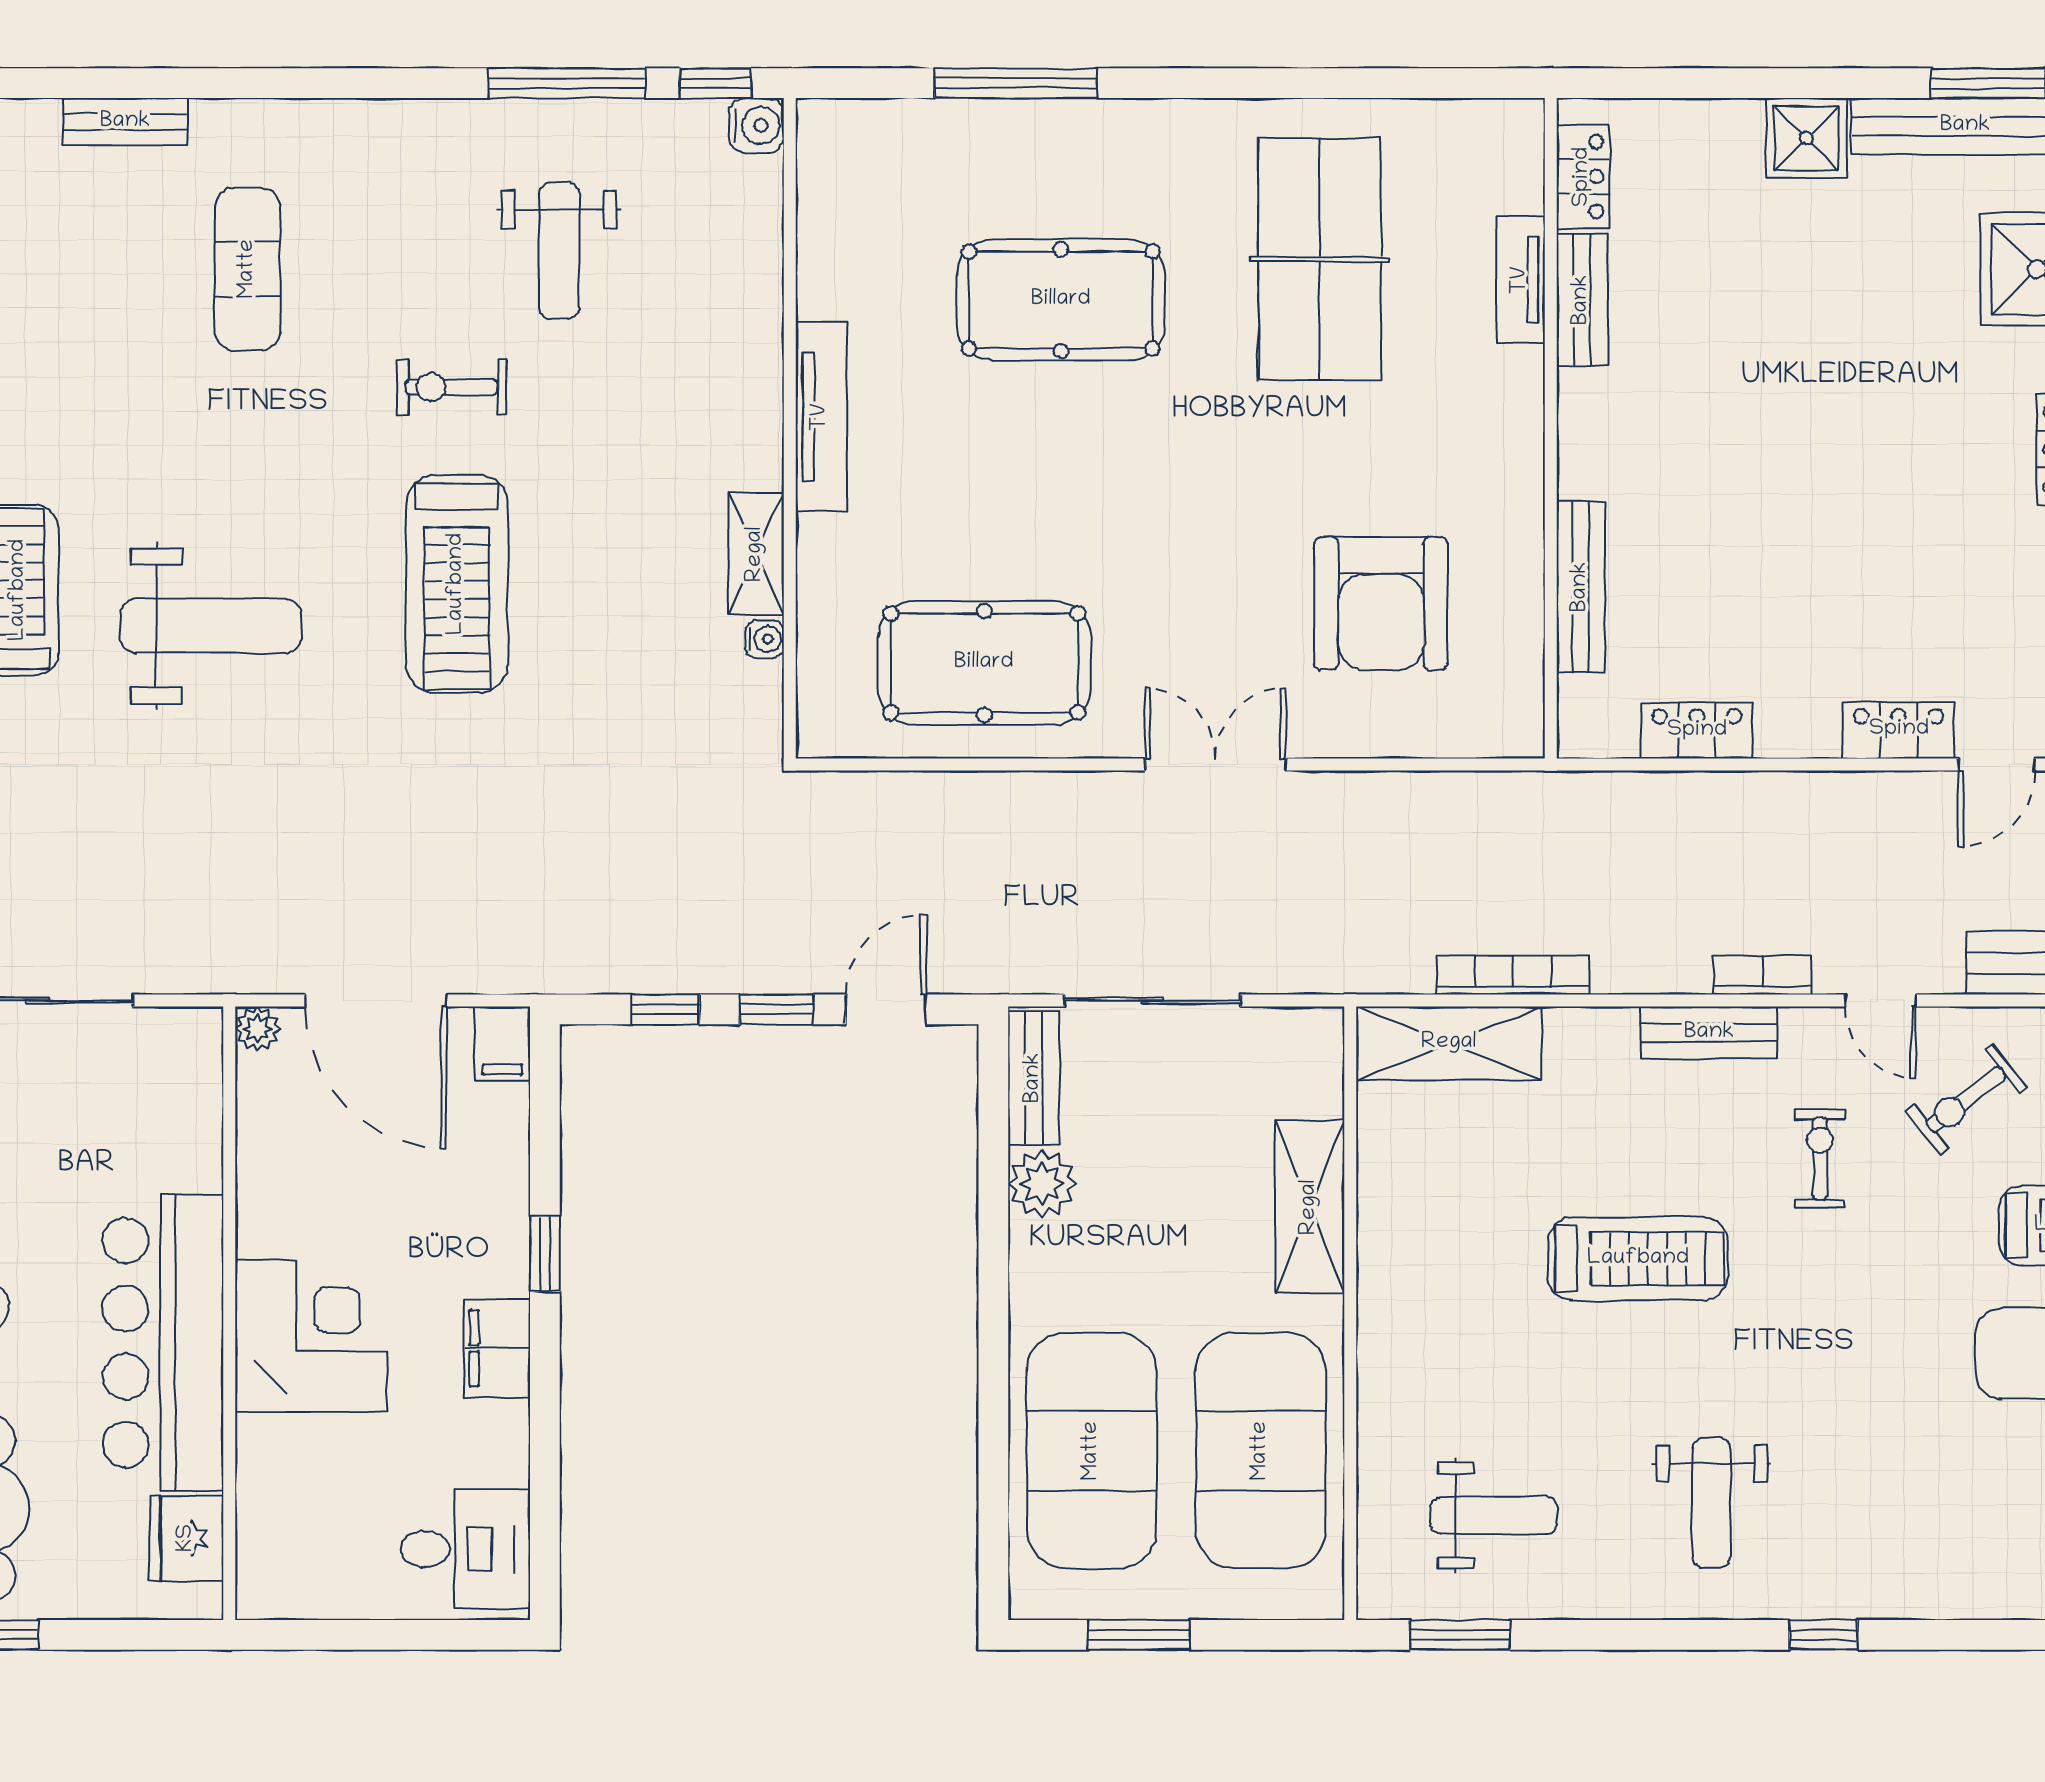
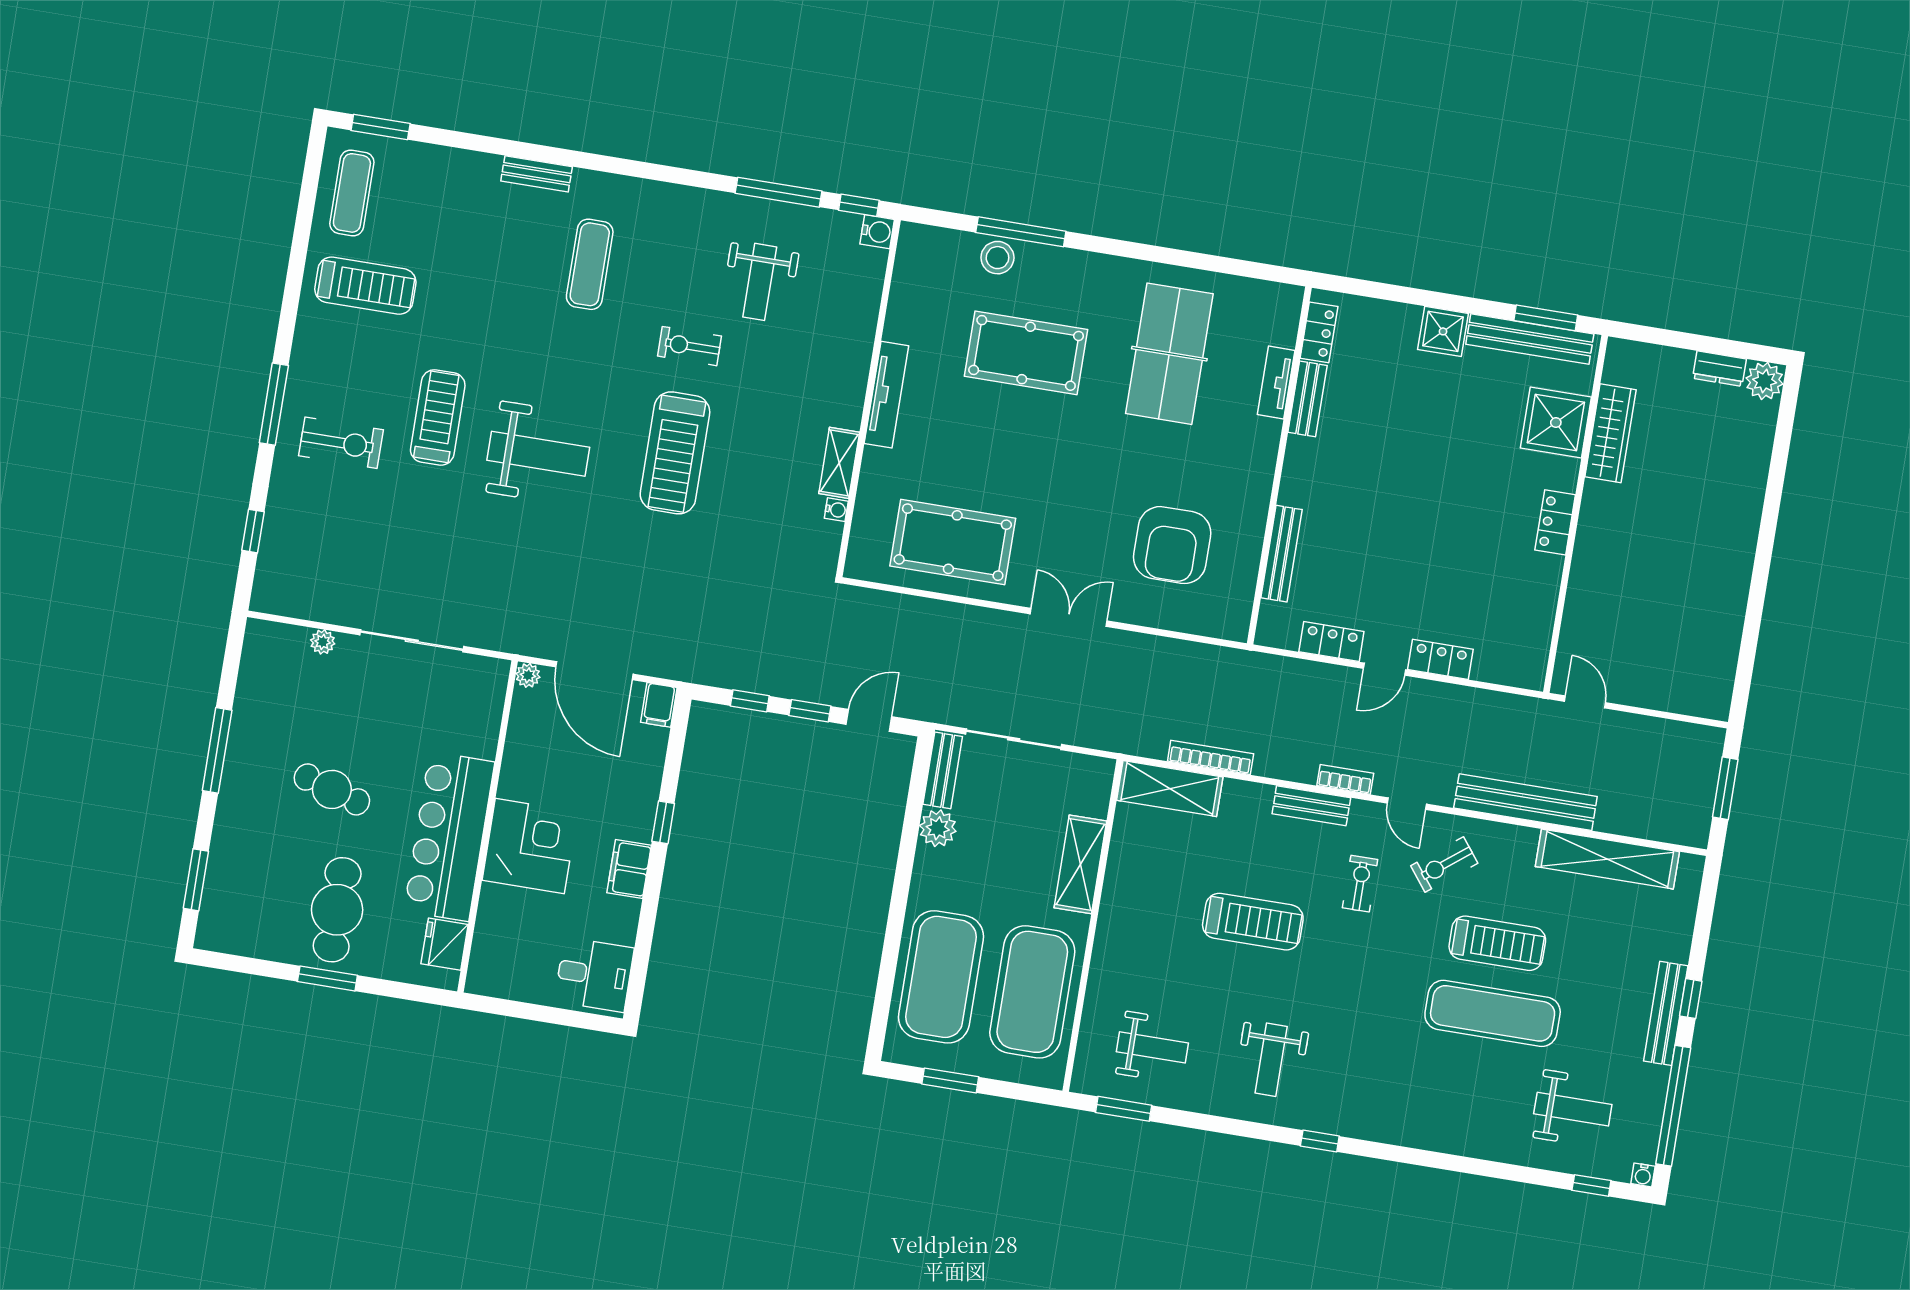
stool: (981, 137) -> (997, 258), added
door: (1996, 765) -> (1384, 669), moved

